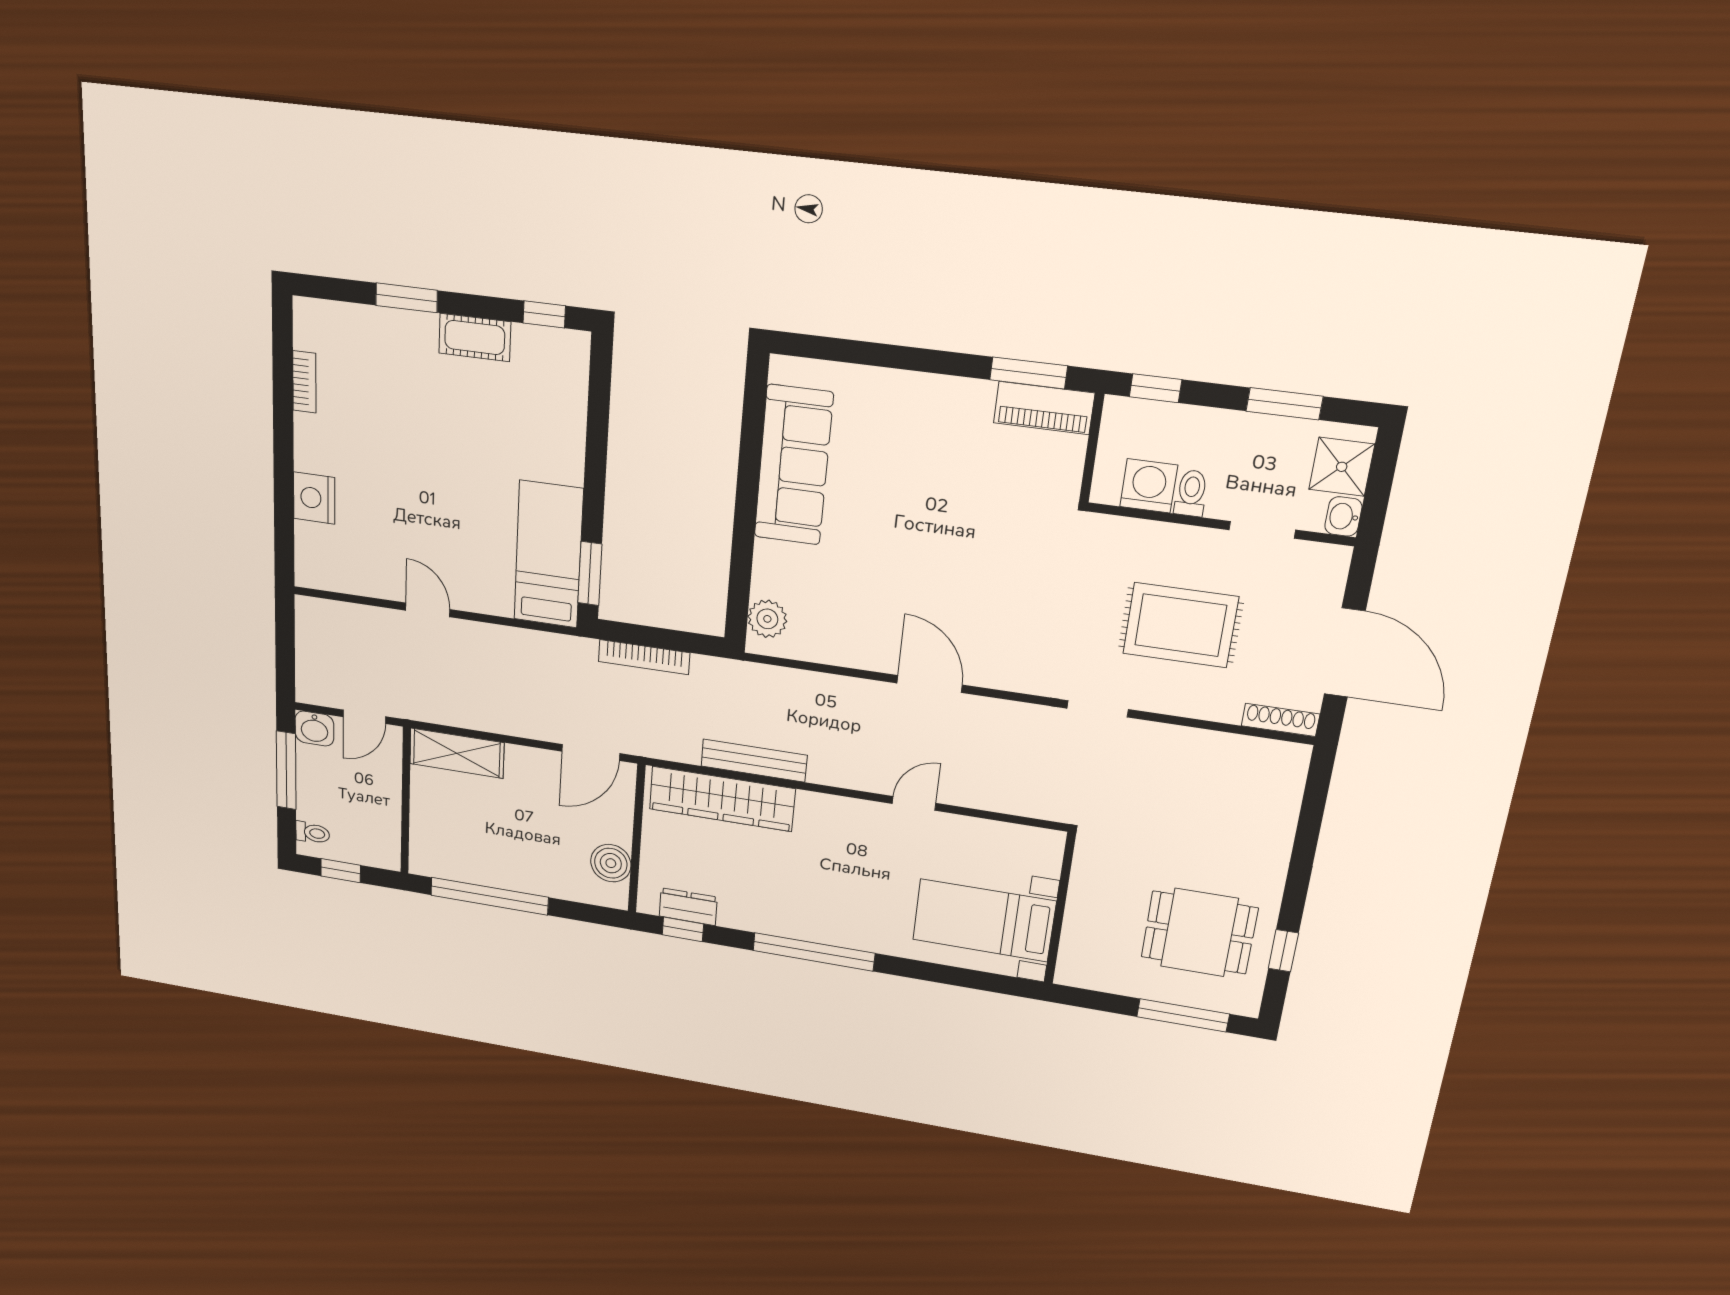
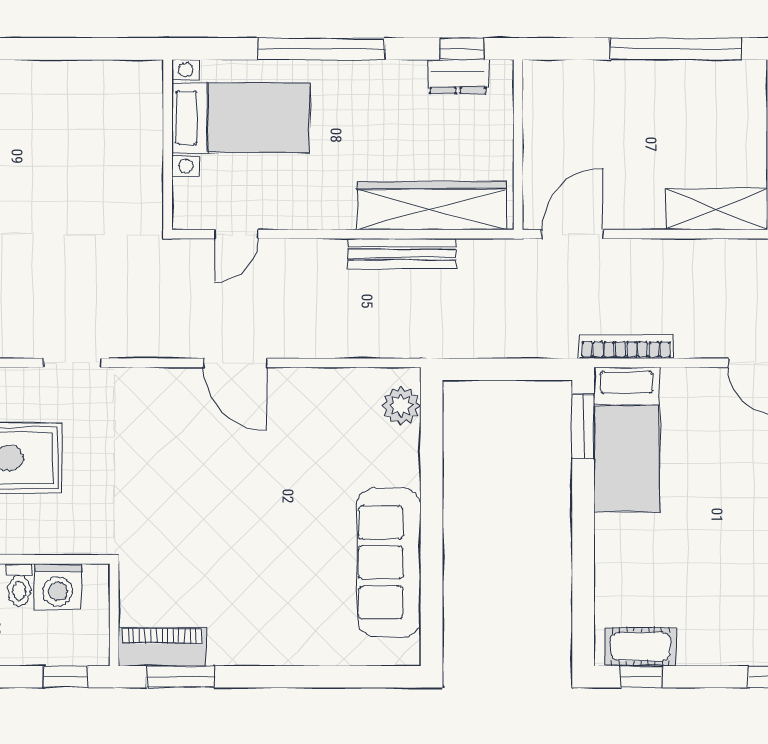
cot: (475, 337) -> (641, 647), moved
bookcase: (644, 657) -> (626, 347), moved
boiler: (611, 863) -> (544, 112), removed
wall: (1060, 909) -> (168, 145), moved
bed with nightstands: (984, 920) -> (241, 118), moved

